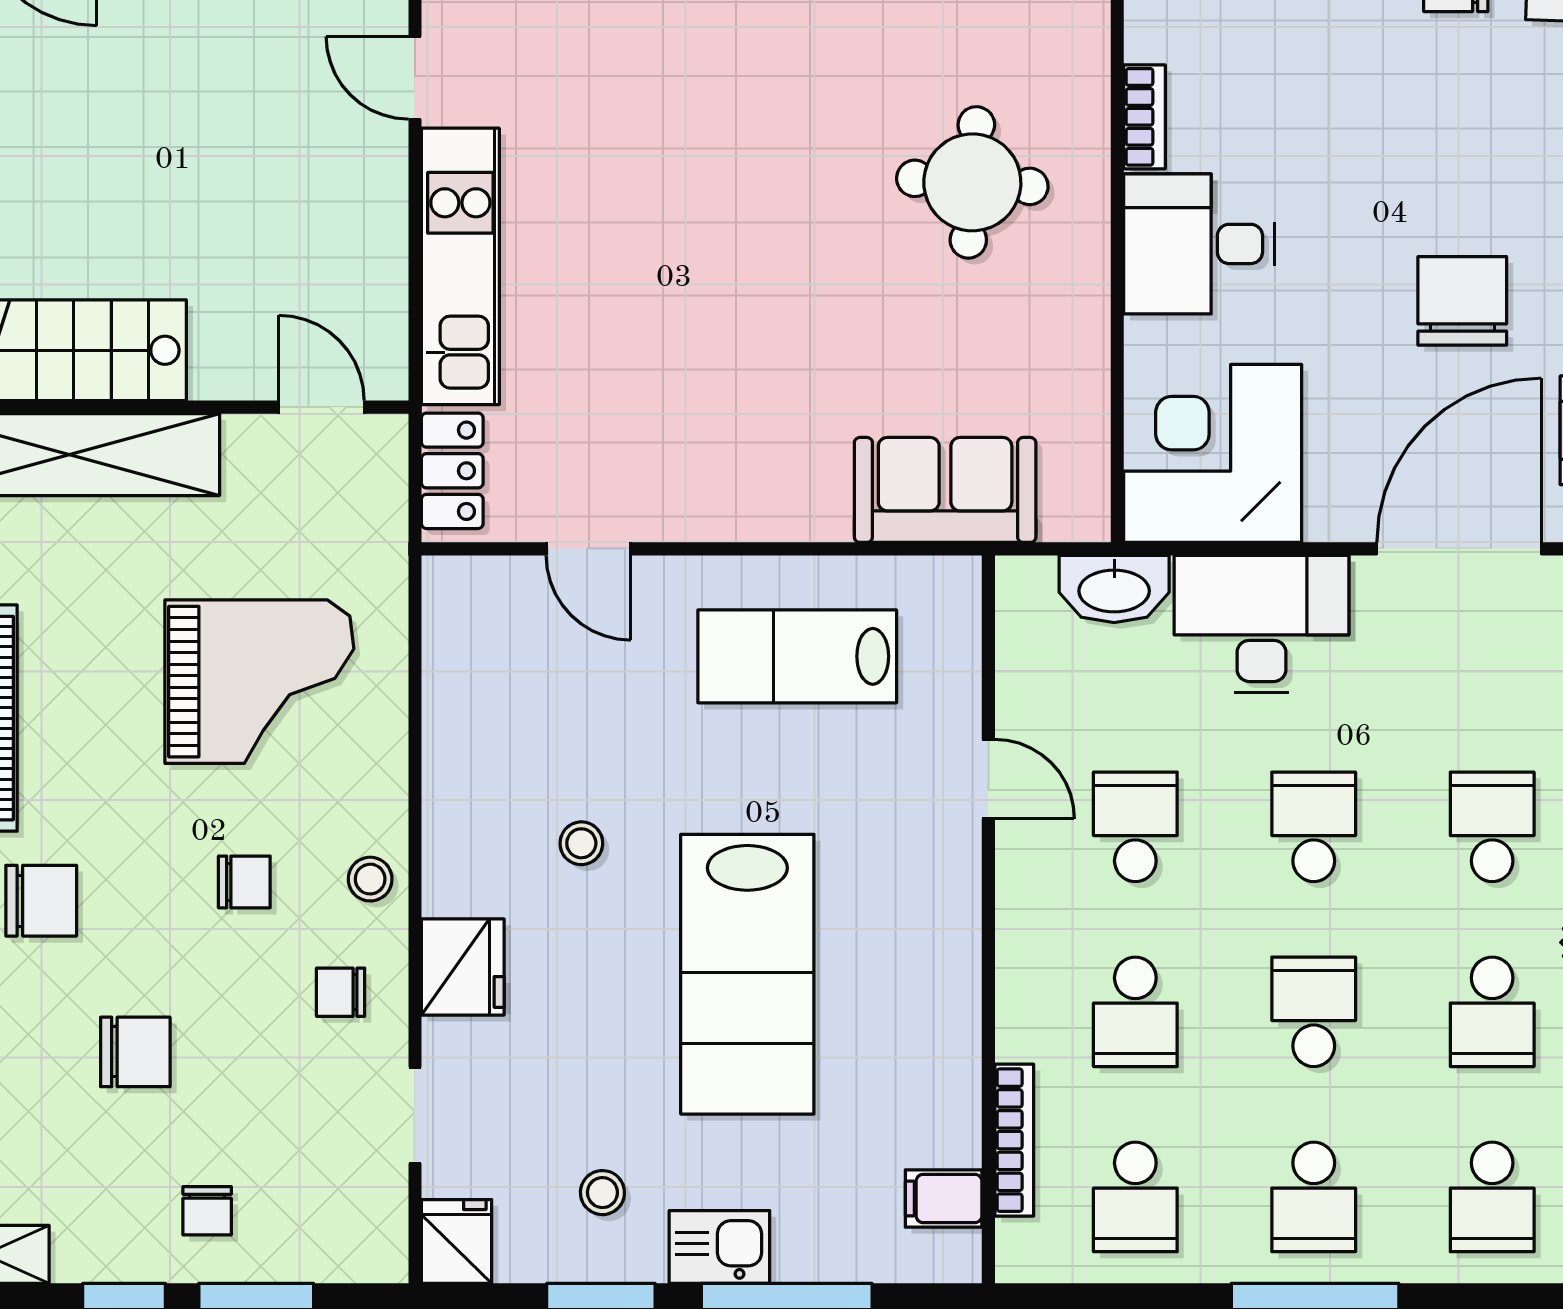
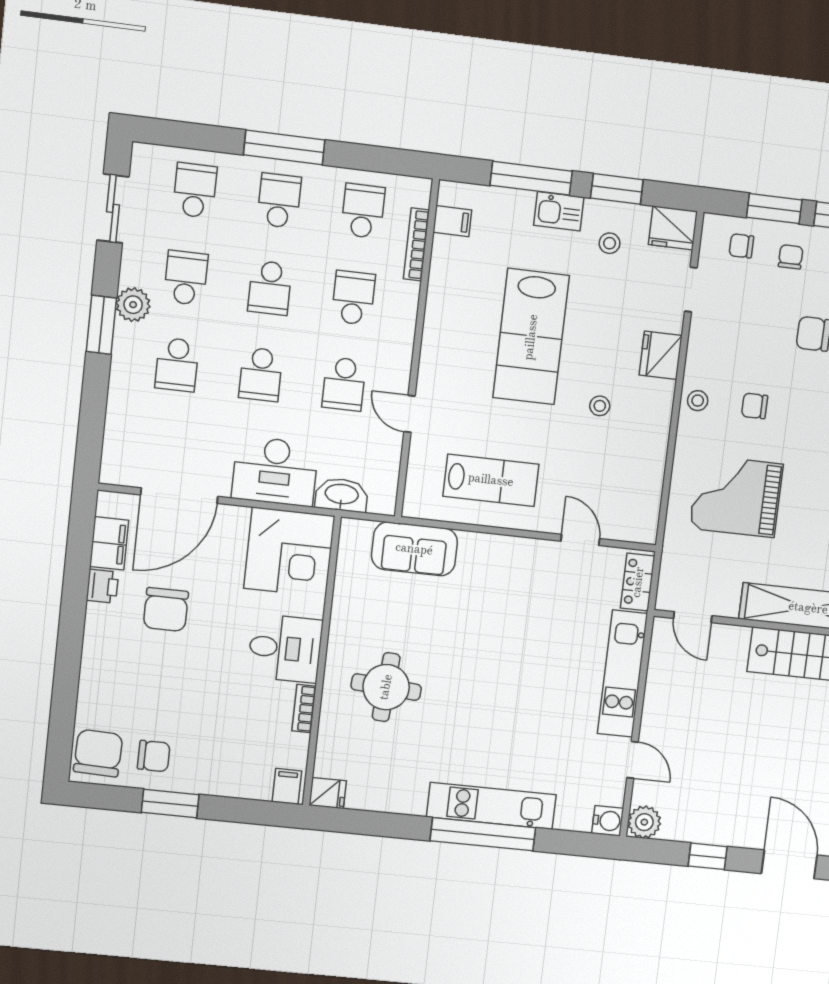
lab bench: (747, 974) -> (531, 337), turned 180
chair: (341, 992) -> (741, 246), moved, turned 180
fridge: (457, 1241) -> (673, 228), width x1.38

